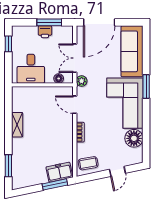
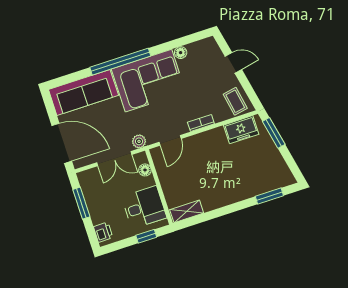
printer: (45, 32) -> (103, 232), moved
window: (8, 44) -> (146, 236), moved
window: (146, 86) -> (120, 62), width x2.11
shelving: (17, 125) -> (187, 211), moved
floor lamp: (134, 138) -> (181, 53), width x0.53, depth x0.53
freezer: (59, 172) -> (241, 130), moved, turned -78

